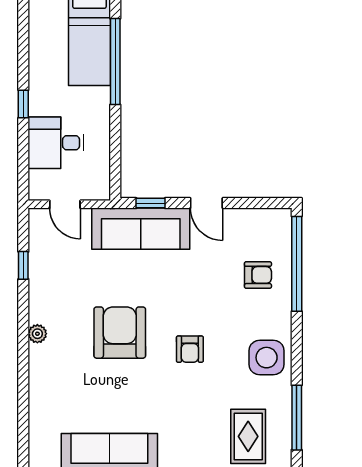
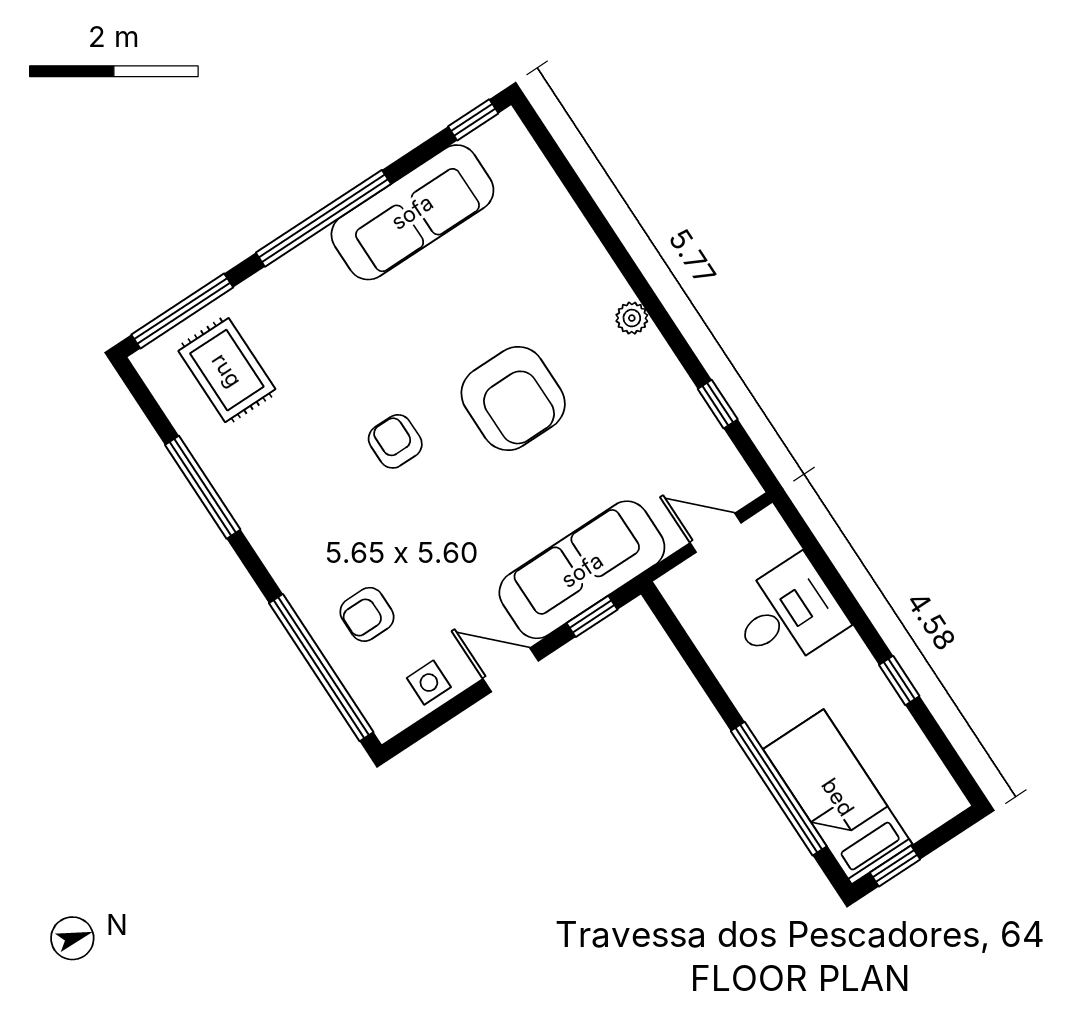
window: (23, 104) -> (899, 680), moved
side table: (267, 358) -> (429, 683), moved, width x0.54, depth x0.54
window: (297, 418) -> (203, 487), moved

